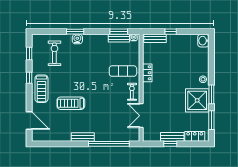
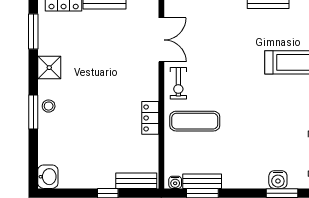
window: (211, 94) -> (33, 112), moved
shower: (197, 100) -> (49, 68), width x0.54, depth x0.54

